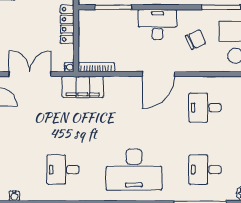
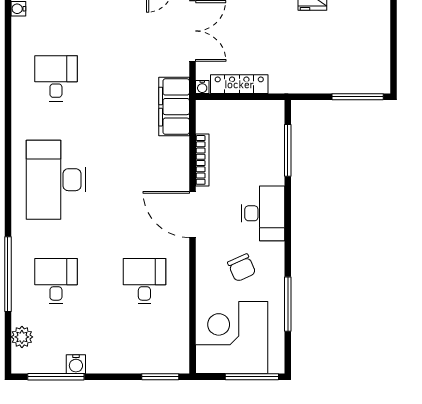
locker: (67, 24) -> (239, 84), moved
bookcase: (96, 67) -> (202, 160), moved

